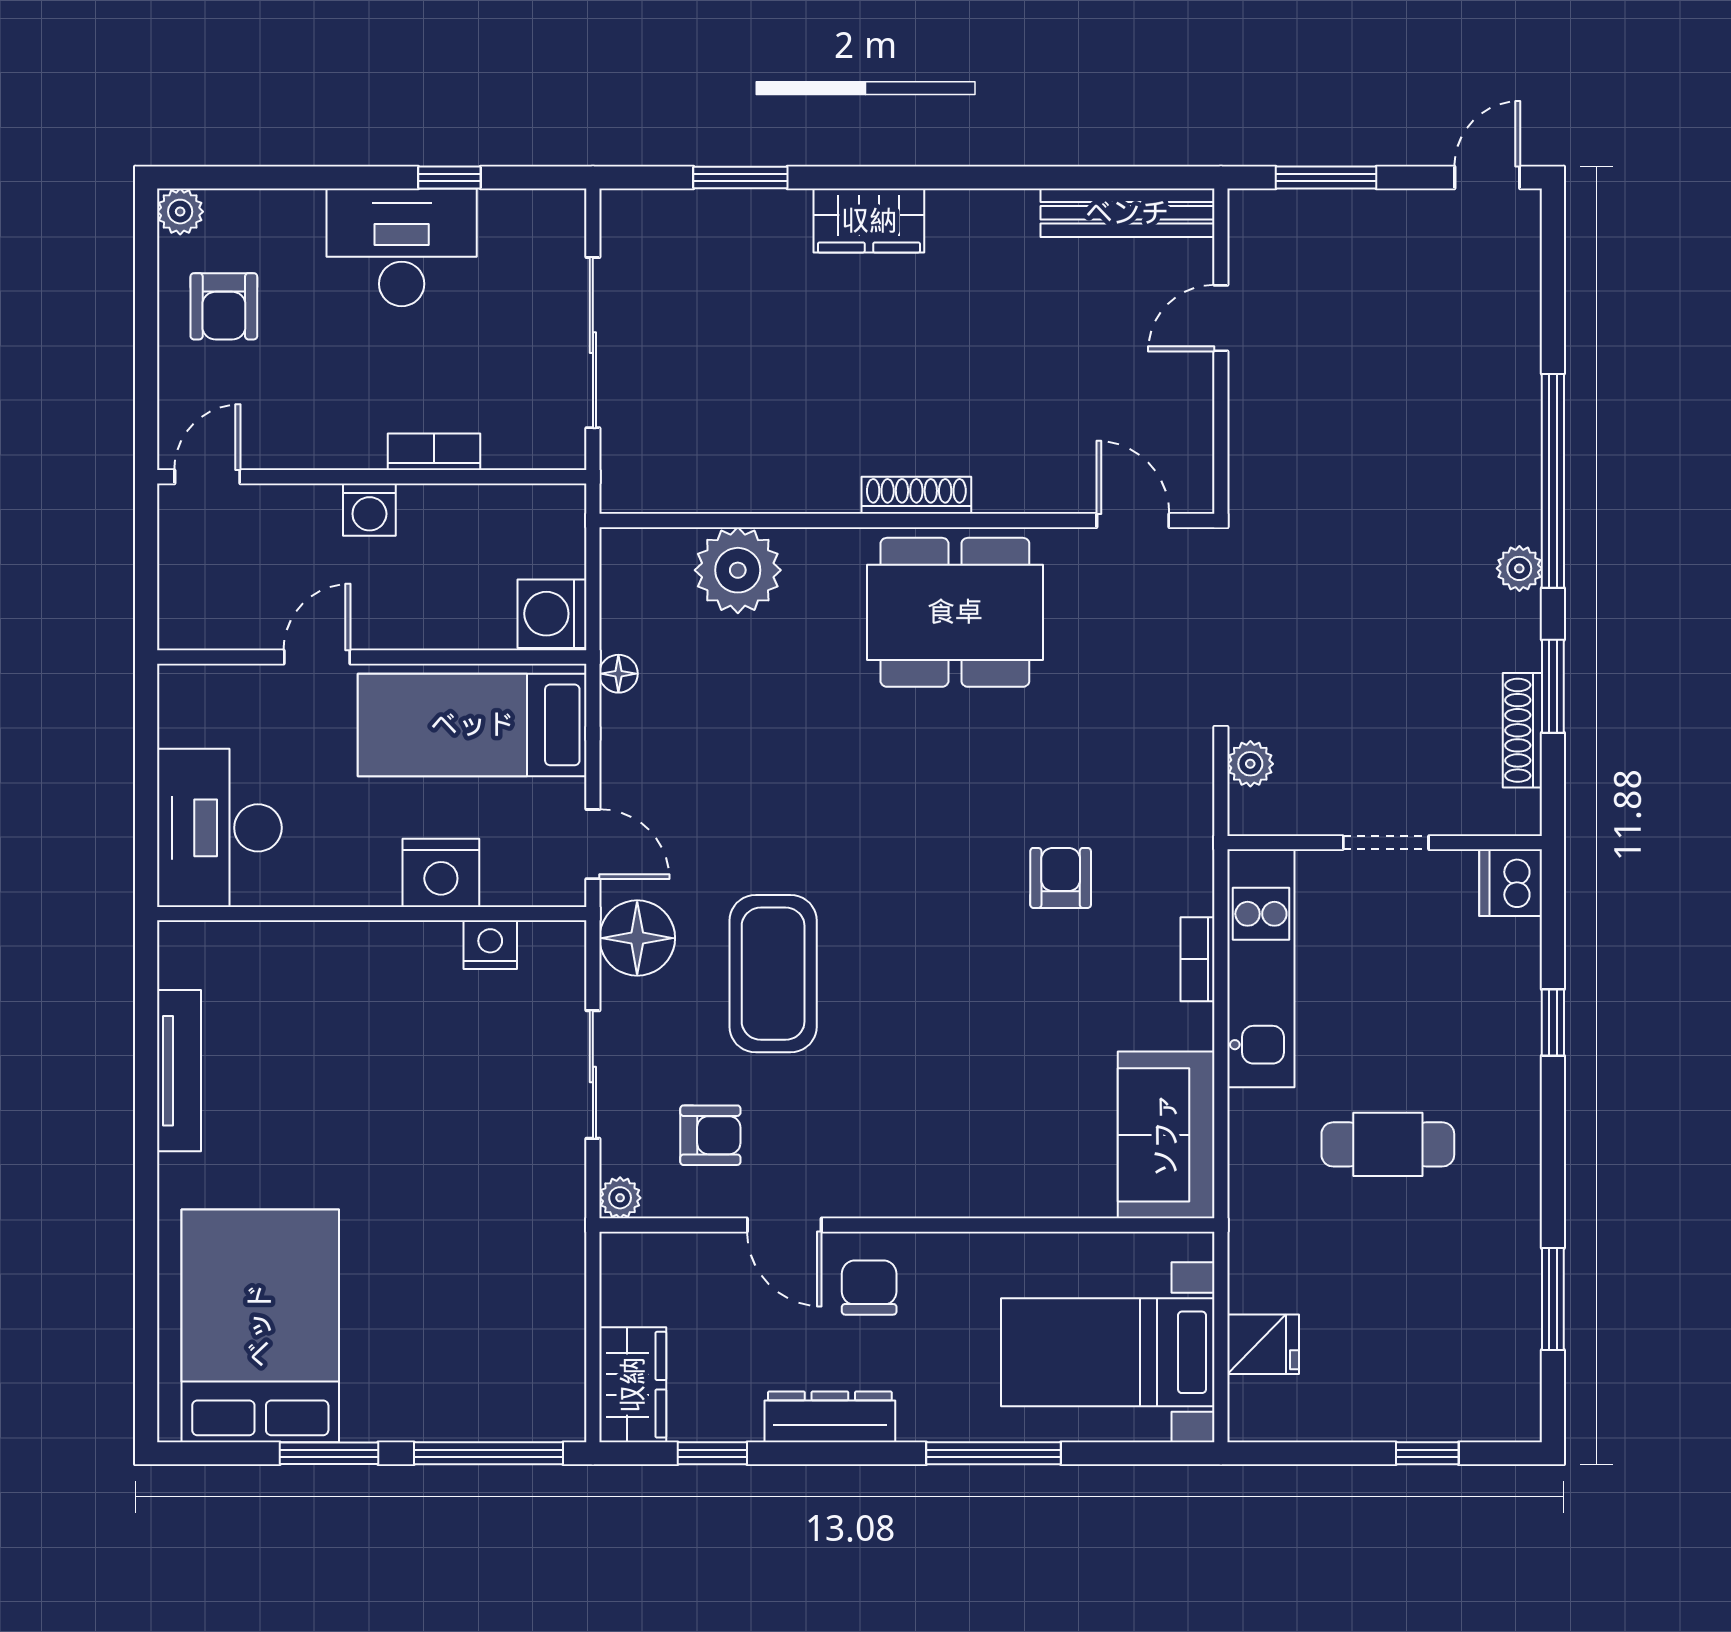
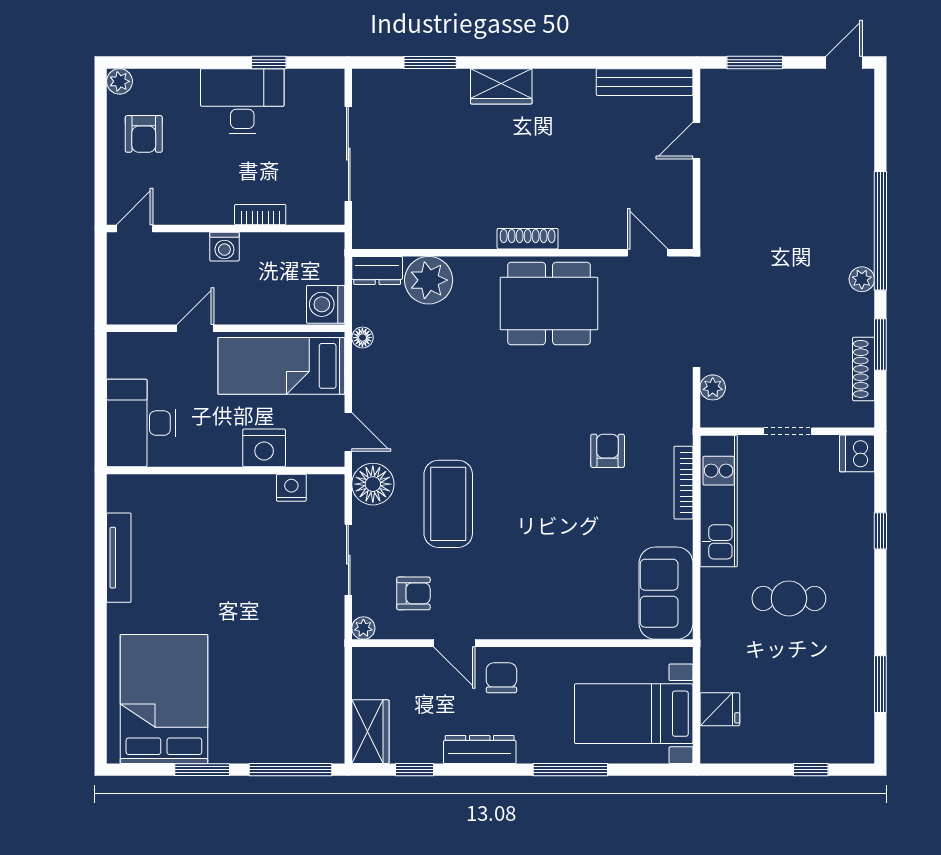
dresser: (645, 553) -> (377, 270), added
bookcase: (1197, 959) -> (683, 483), width x1.56

